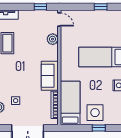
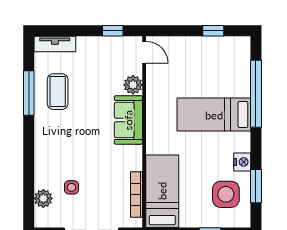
sofa: (50, 76) -> (128, 120), moved
side table: (95, 113) -> (226, 194), moved

